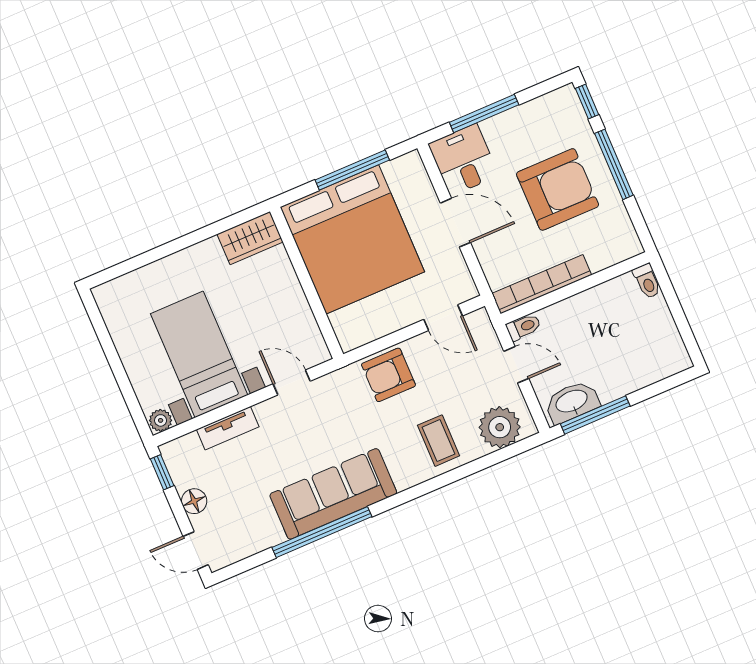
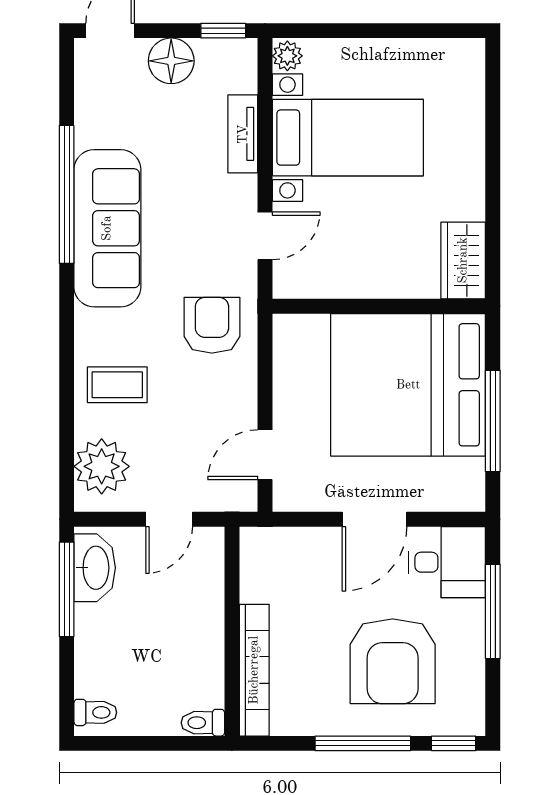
armchair: (558, 189) -> (393, 661), moved
bookcase: (542, 284) -> (254, 670), moved
toilet: (524, 327) -> (95, 712), moved, turned -90
armchair: (388, 375) -> (212, 325), moved
floor lamp: (194, 501) -> (171, 61), width x1.38, depth x1.38

